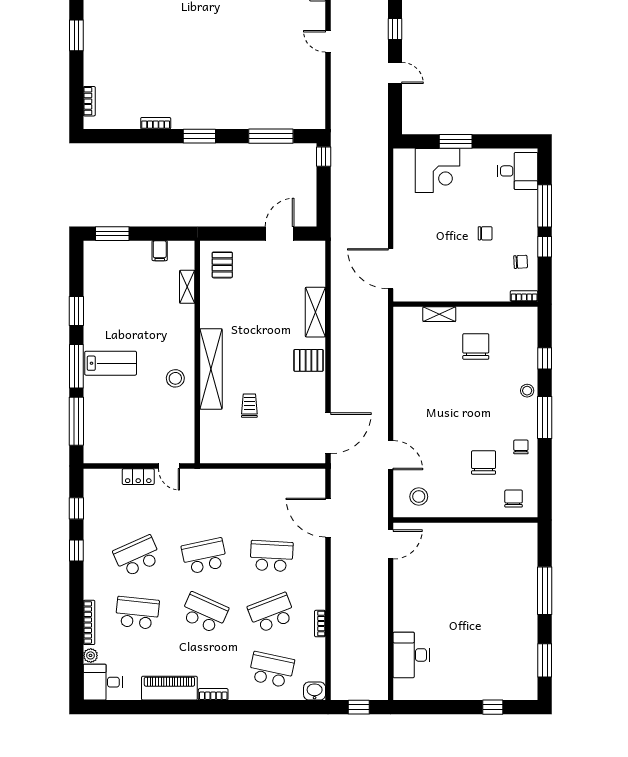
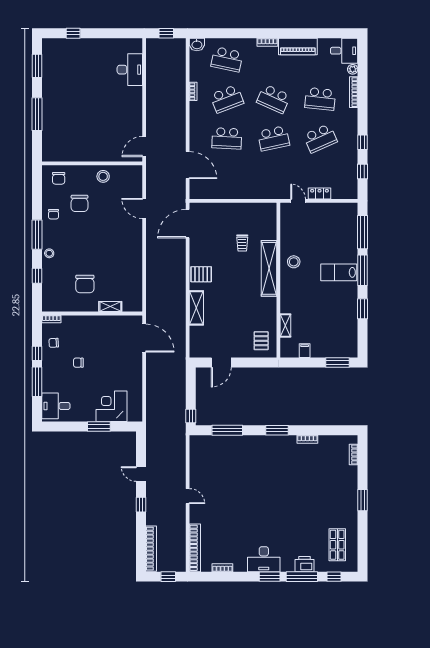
stool: (419, 497) -> (103, 176), moved

